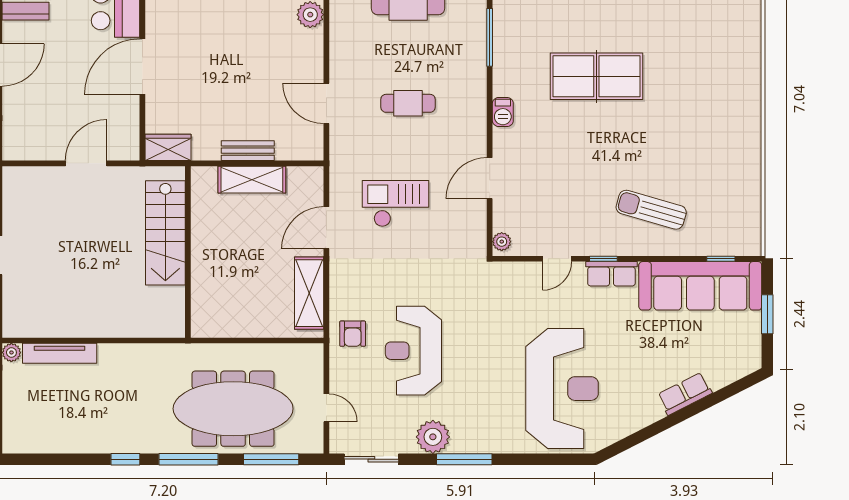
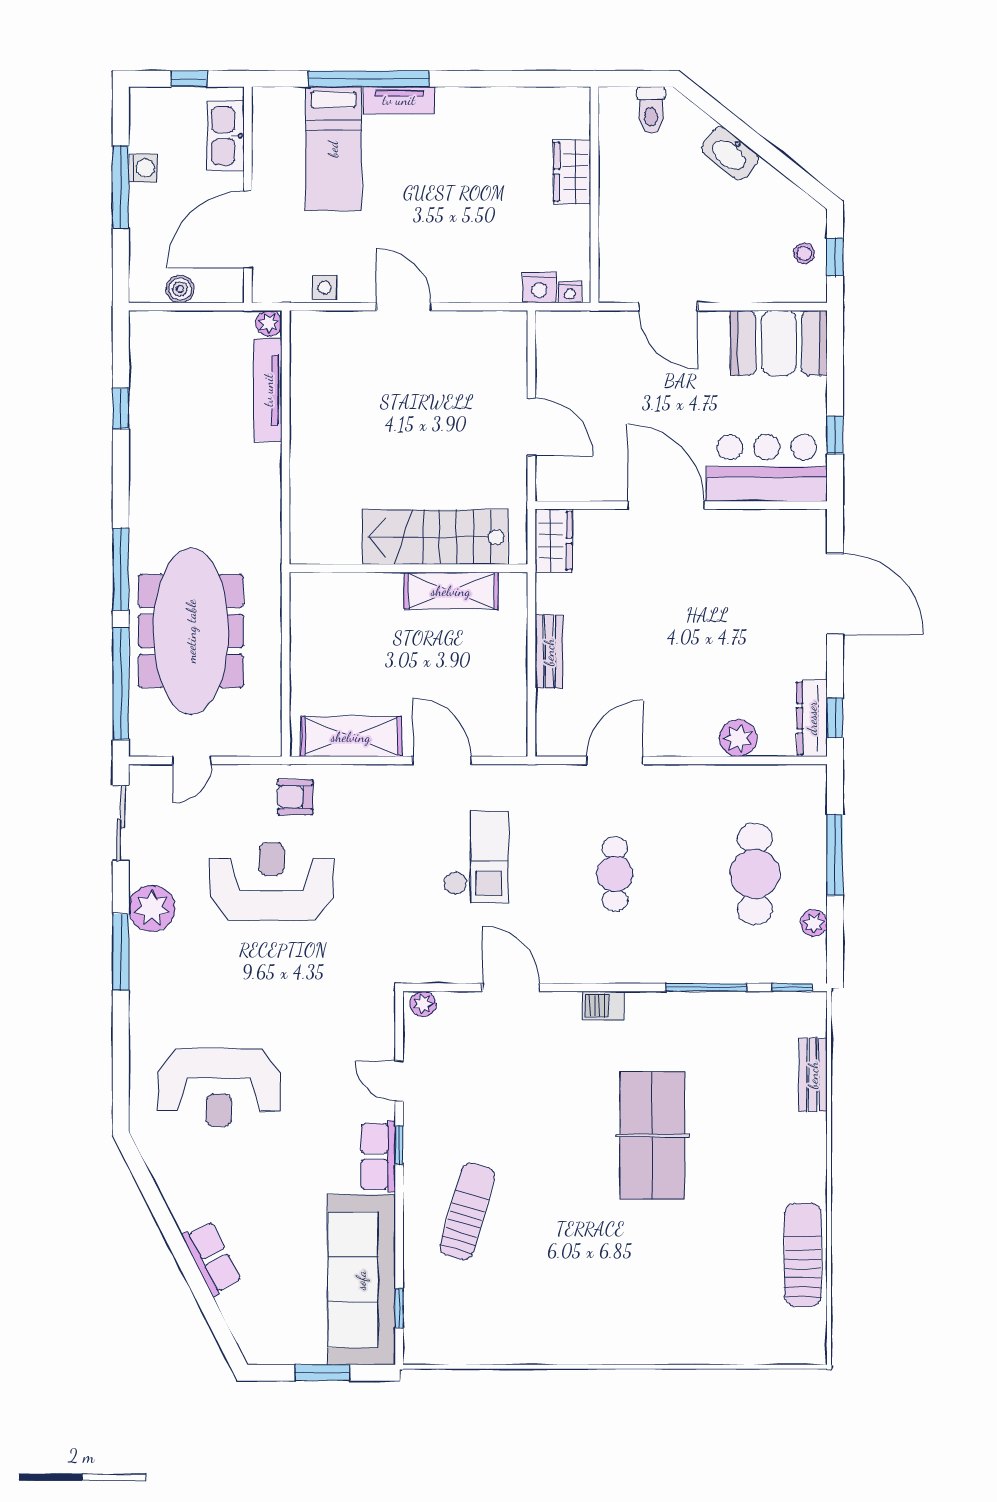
shelving: (252, 180) -> (451, 591), moved, turned 90
reception desk: (562, 389) -> (219, 1088), width x0.74, depth x0.77
window: (125, 459) -> (121, 409), moved
window: (271, 459) -> (121, 684), width x1.46

